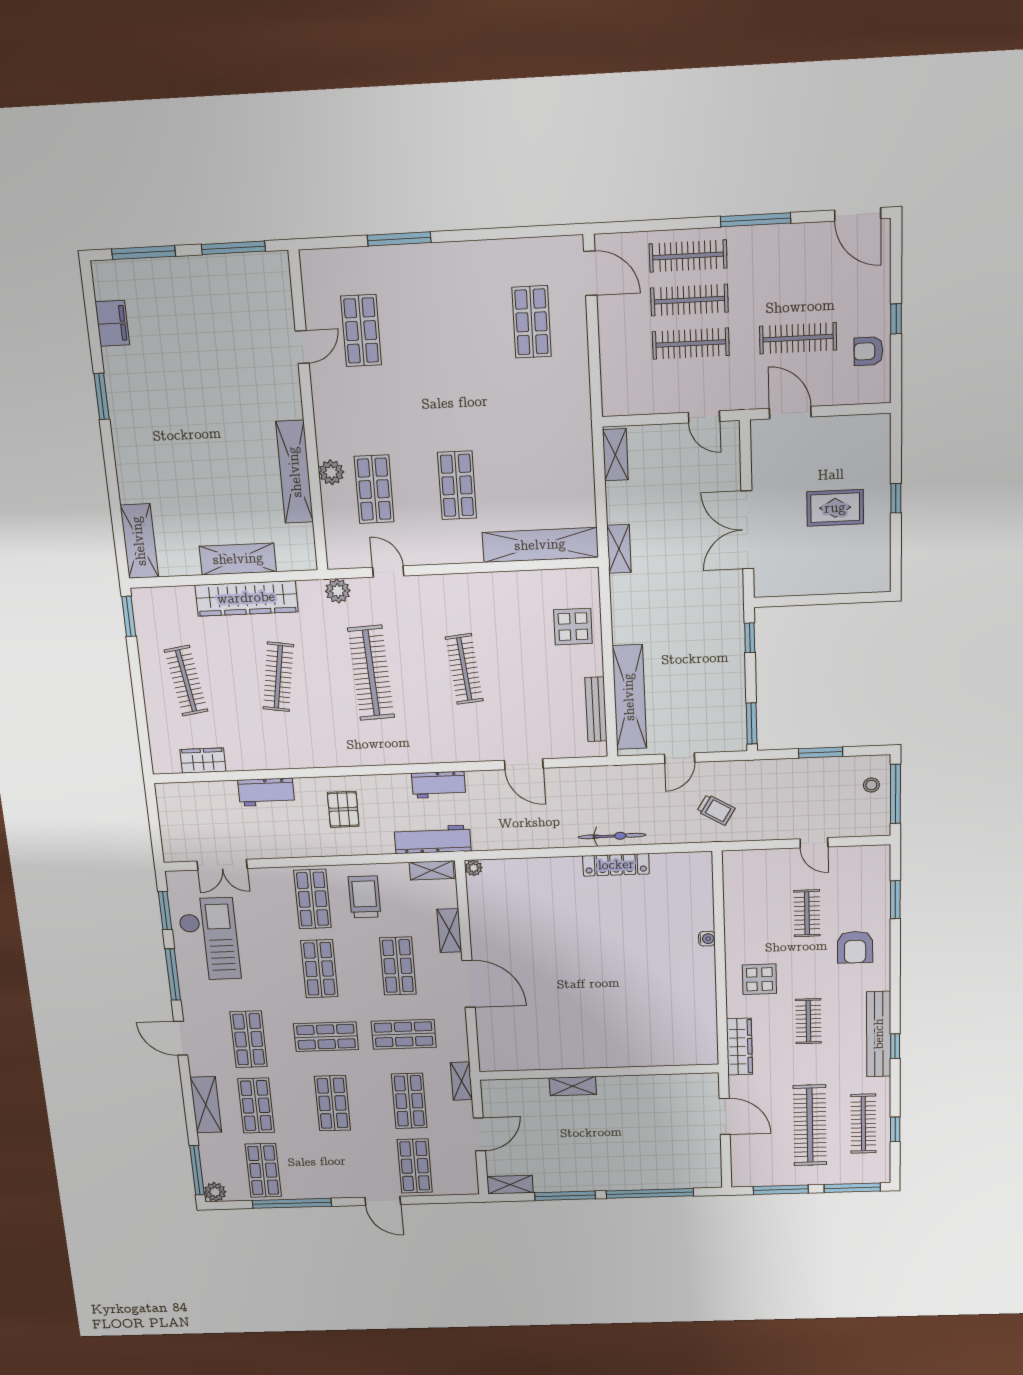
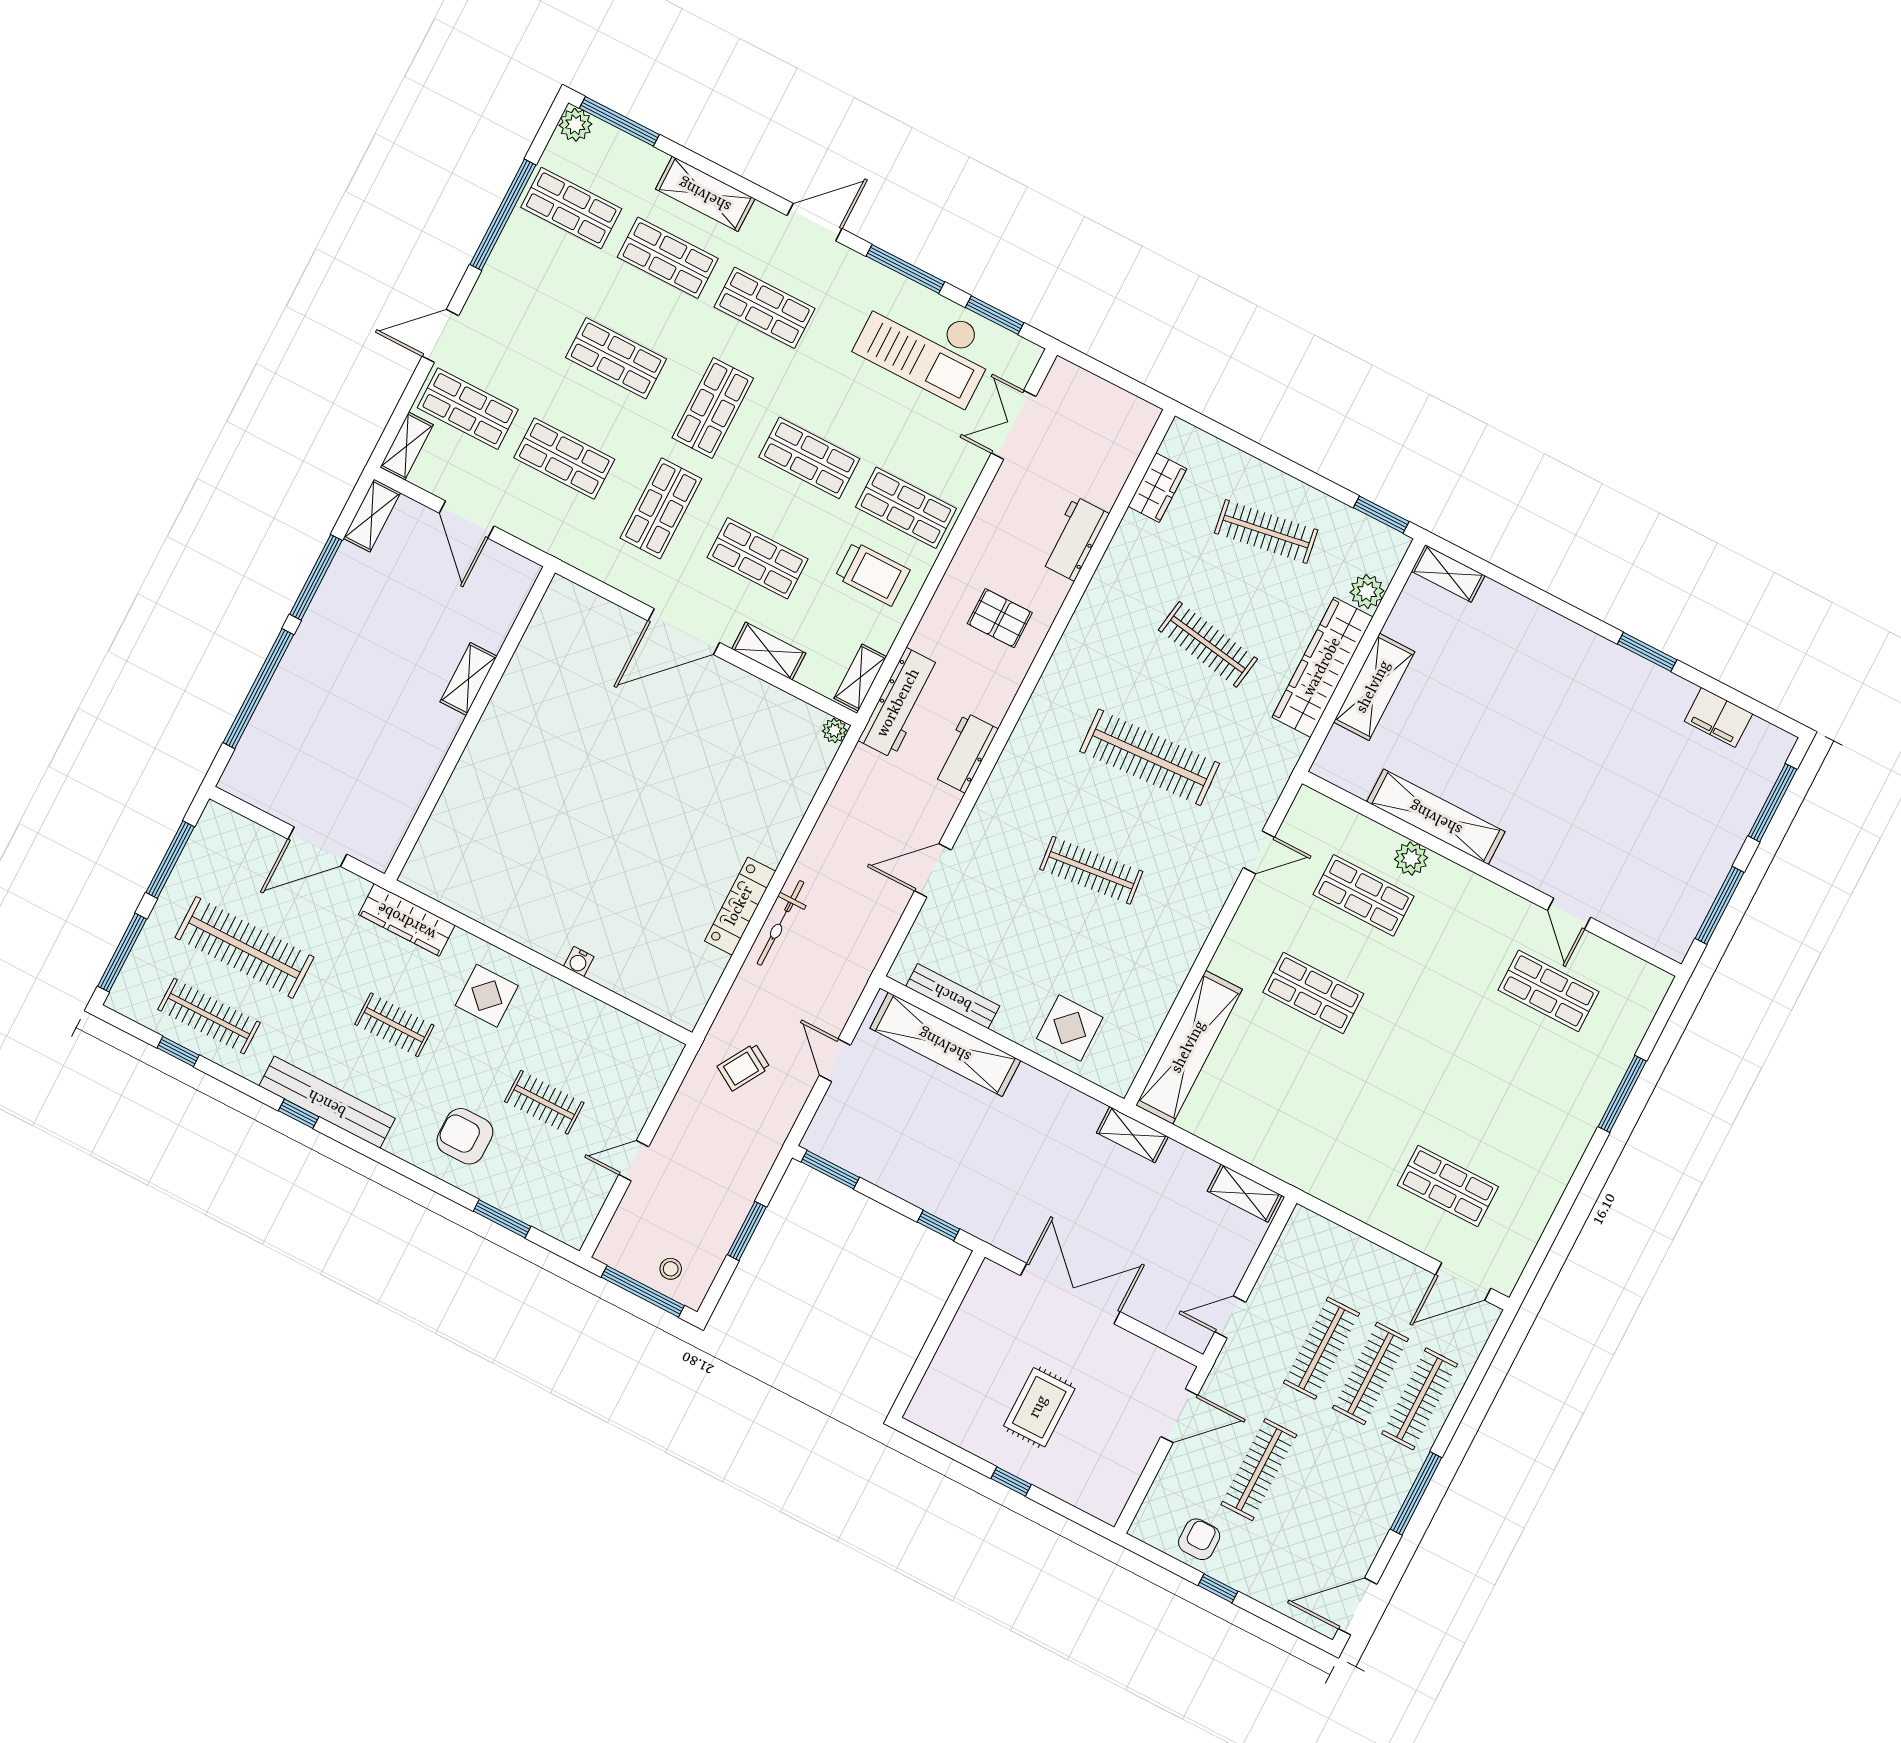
shelving: (139, 541) -> (1448, 573), width x0.67, depth x0.75
plant: (338, 591) -> (1367, 592), moved
shelving: (461, 1081) -> (407, 446), moved, turned 90

